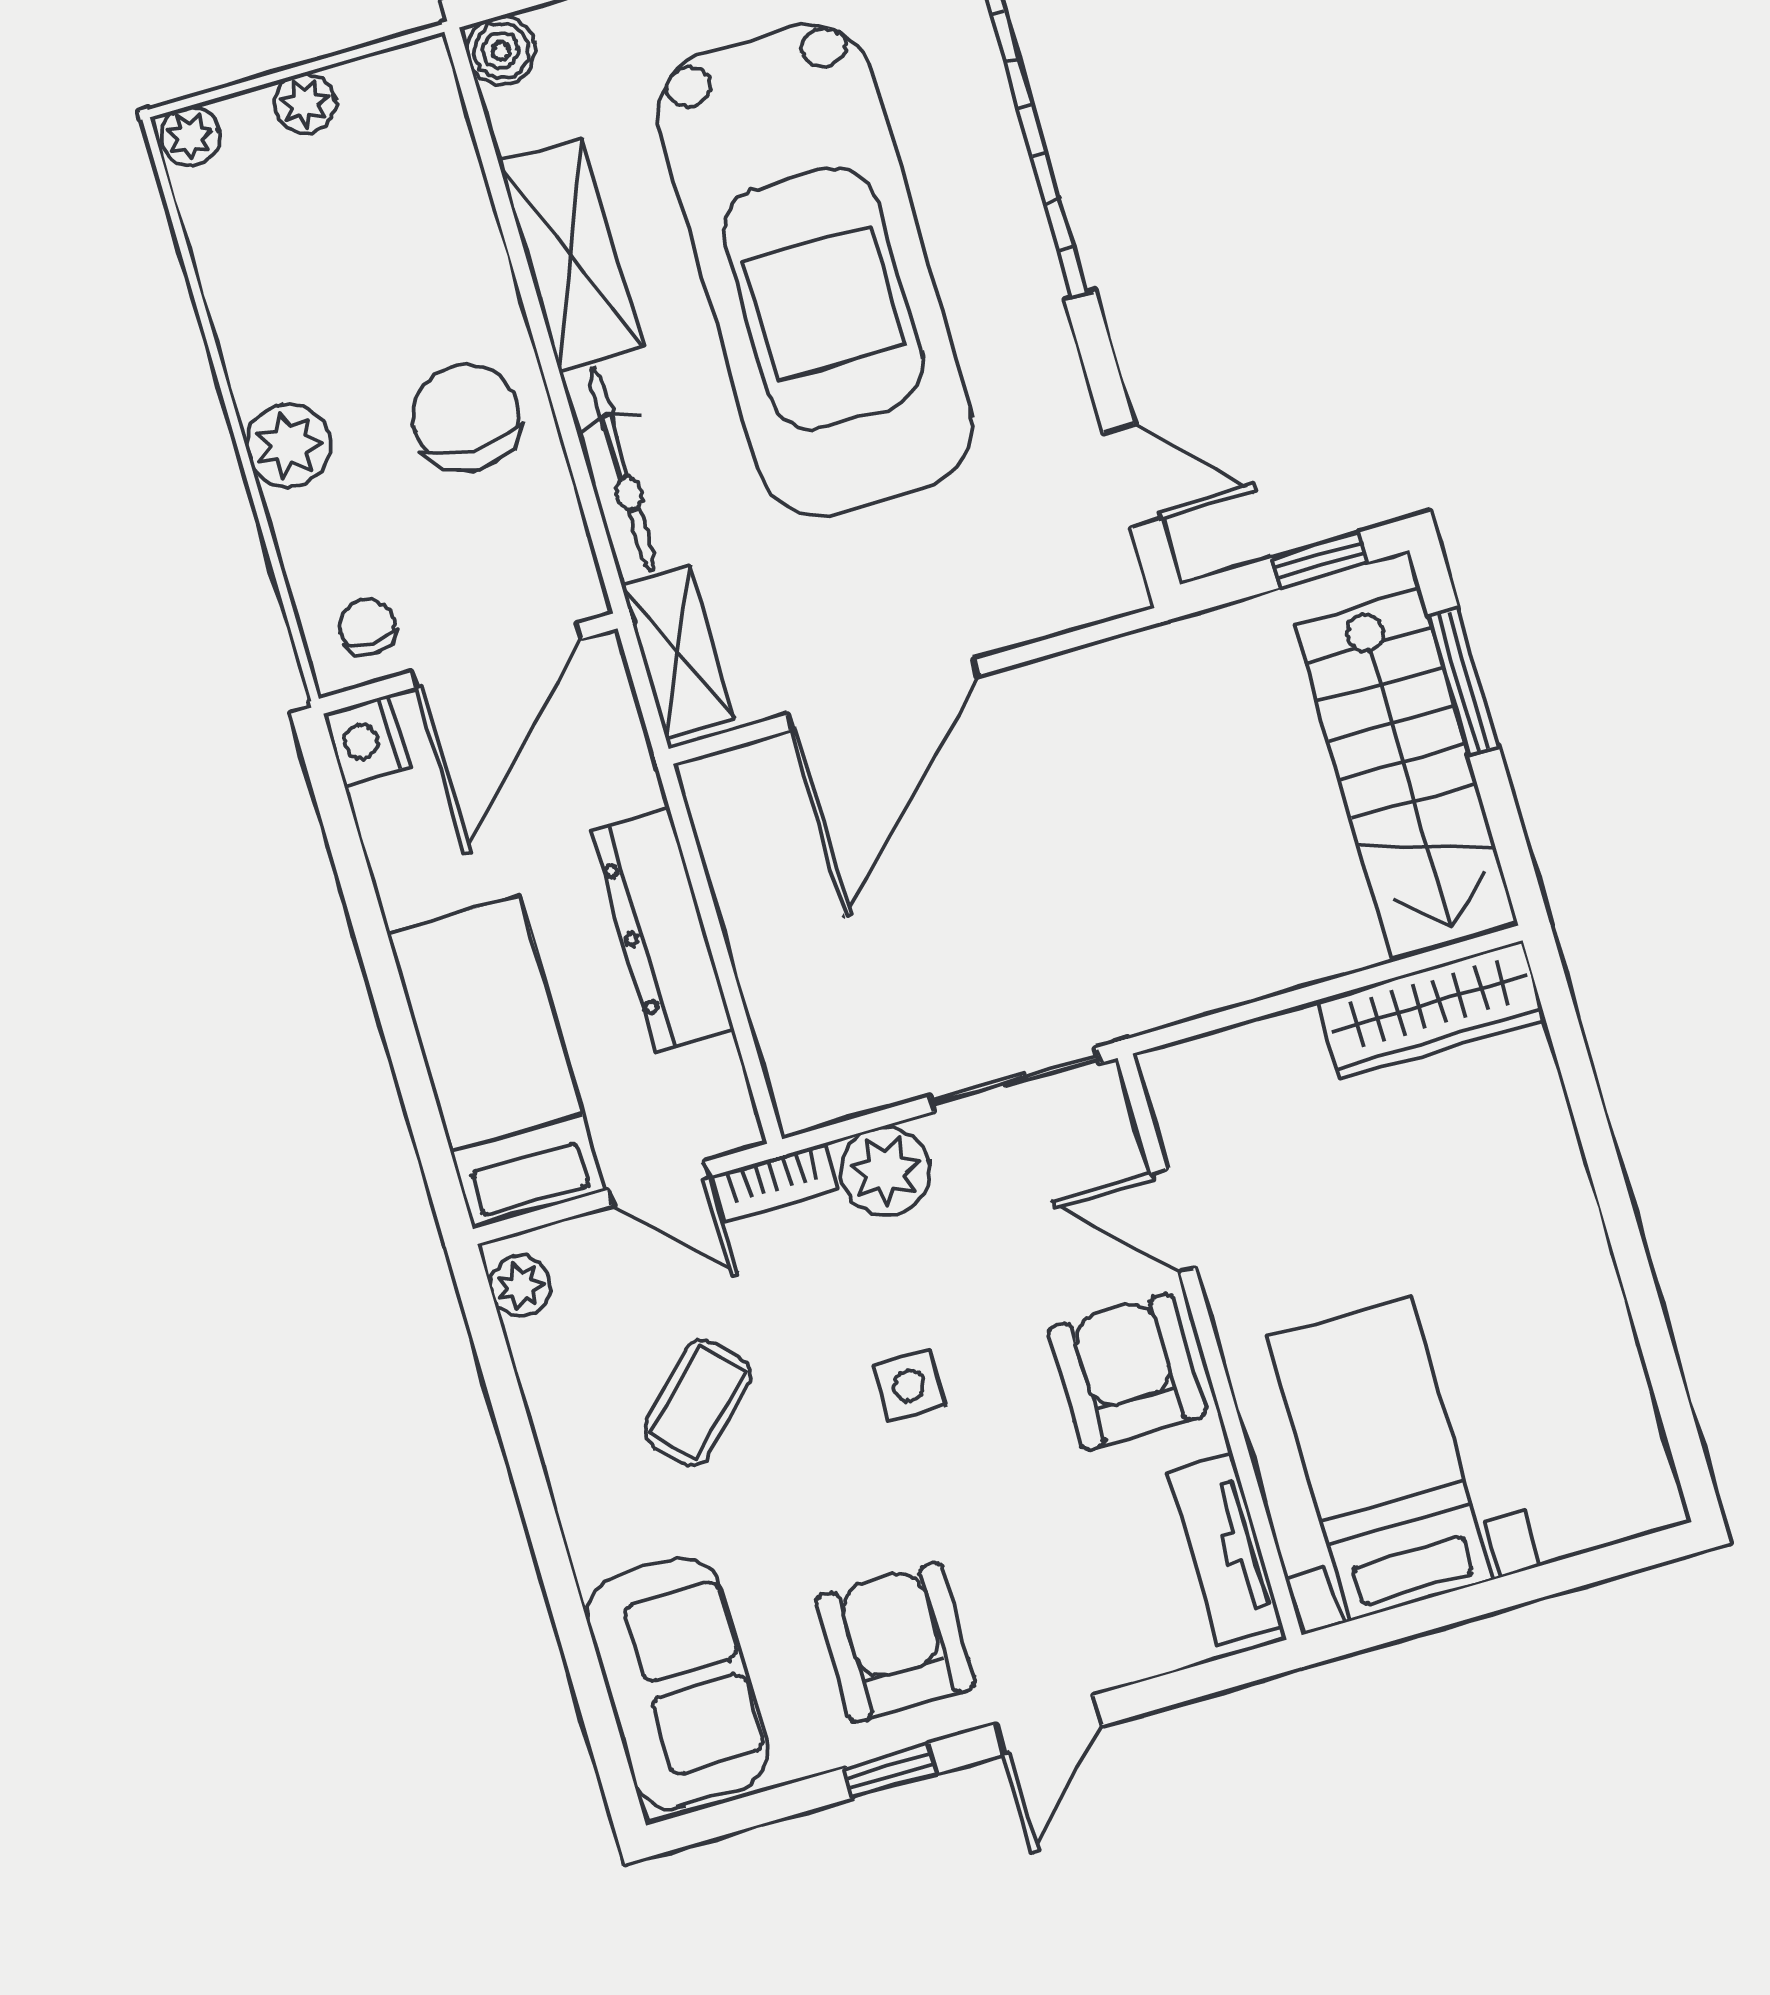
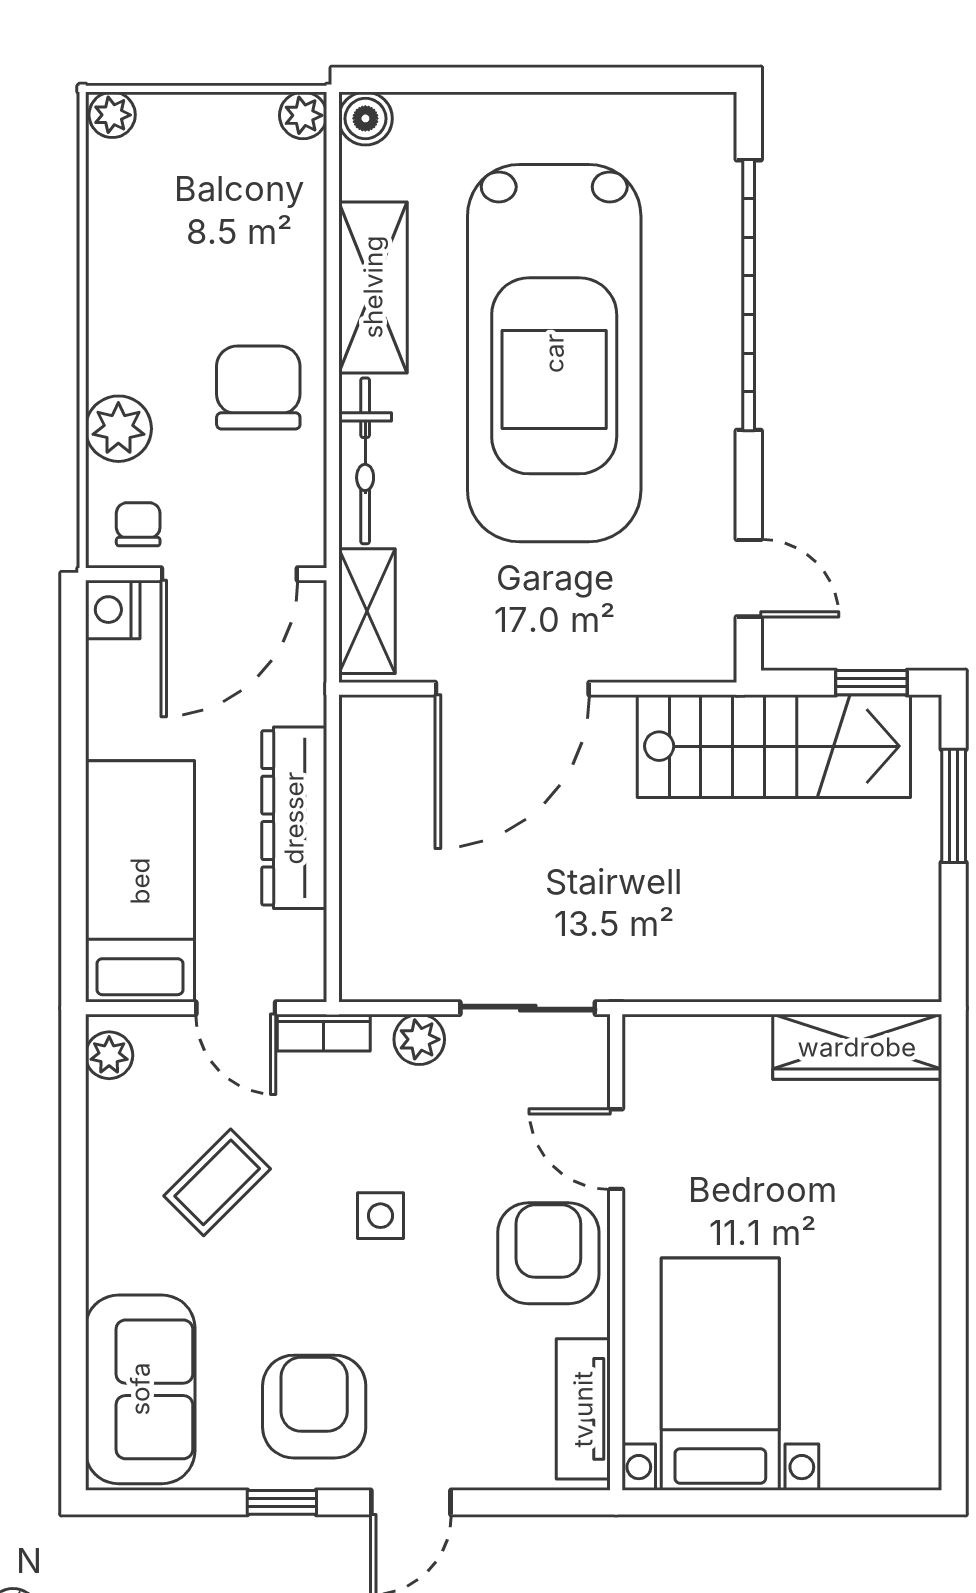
plant: (305, 103) -> (303, 115), moved
plant: (289, 445) -> (118, 429), moved
stairs: (1406, 773) -> (774, 746), moved, turned -90
plant: (885, 1171) -> (419, 1039), width x0.73, depth x0.73

